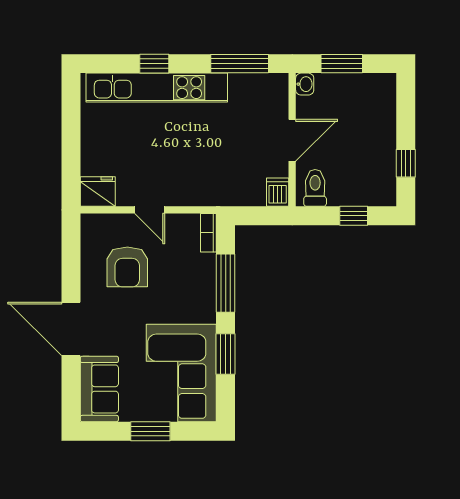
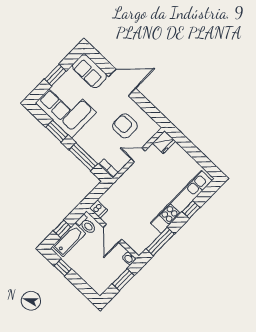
bathtub: (360, 192) -> (69, 240), added

